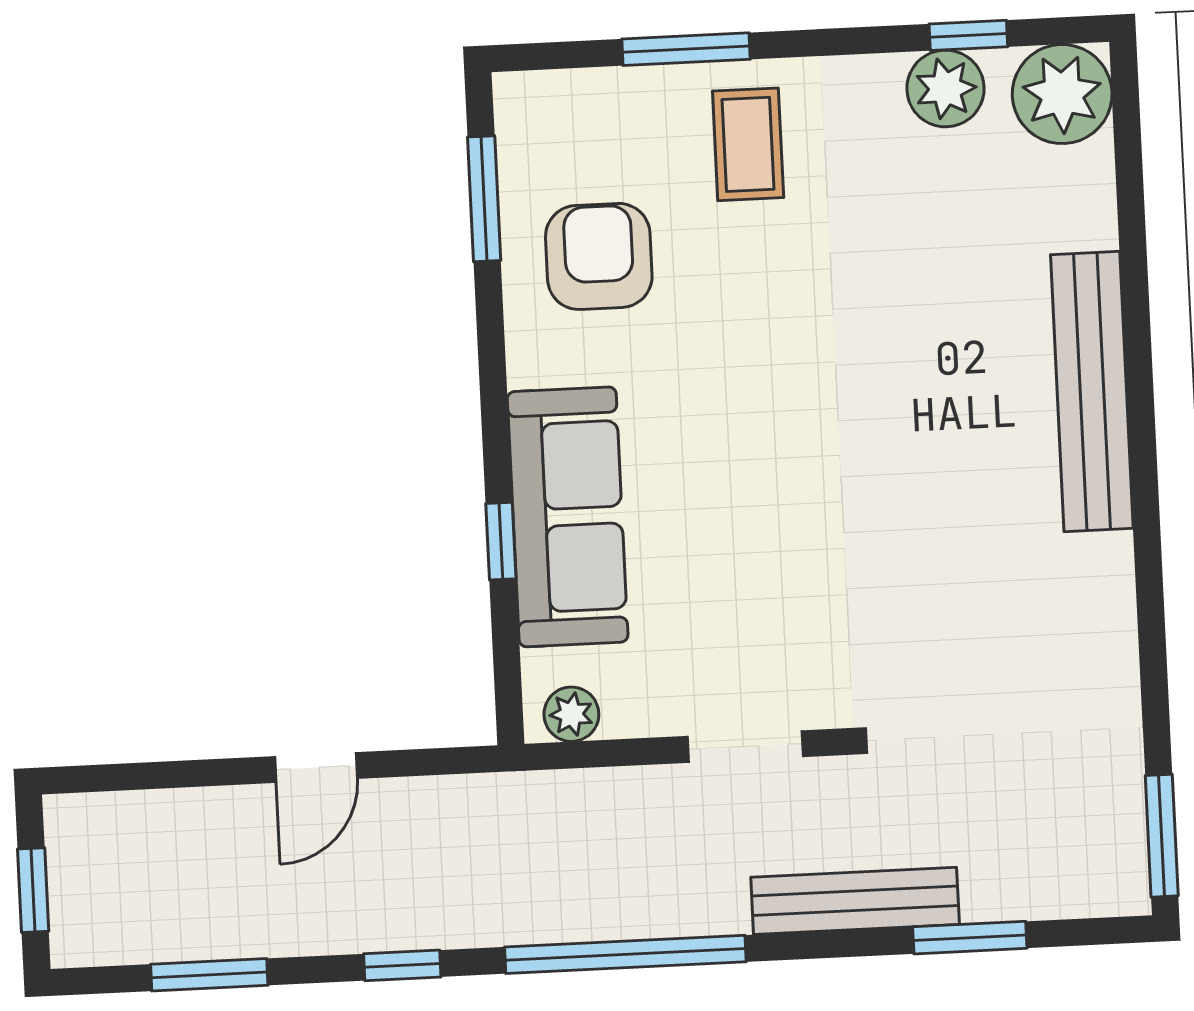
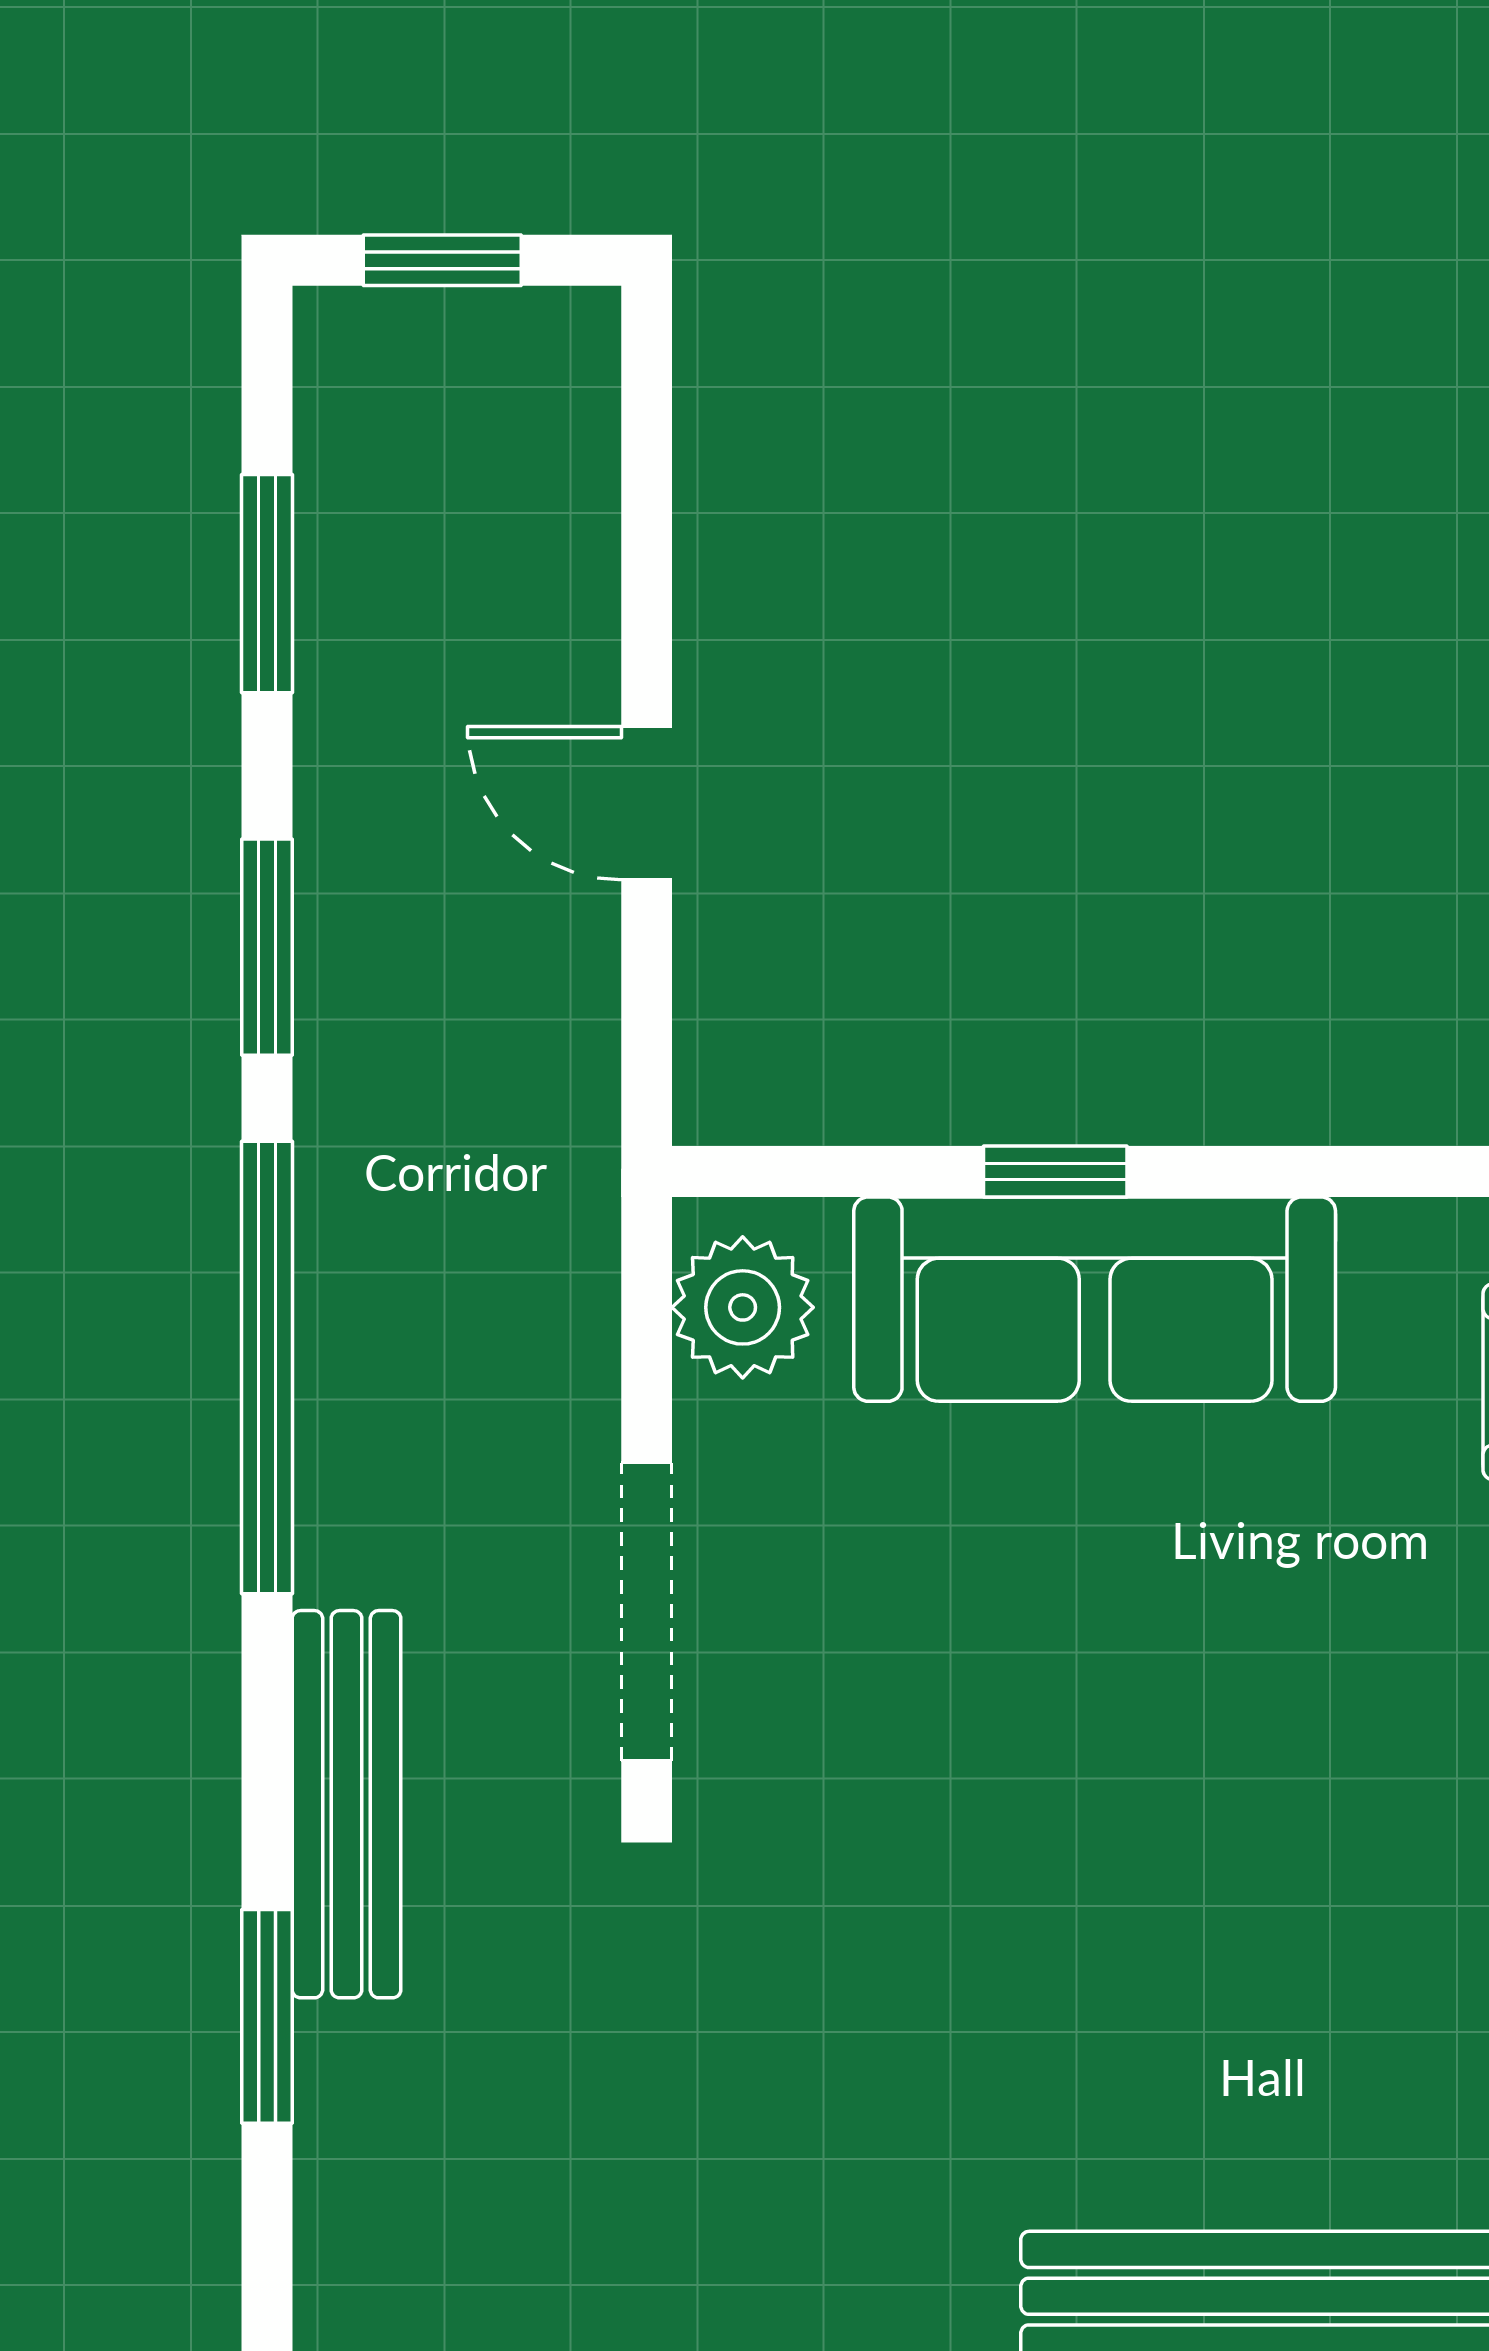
plant: (571, 714) -> (743, 1307), width x1.38, depth x1.38
doorway: (745, 747) -> (647, 1612), width x1.38
window: (402, 965) -> (267, 947), width x1.50

